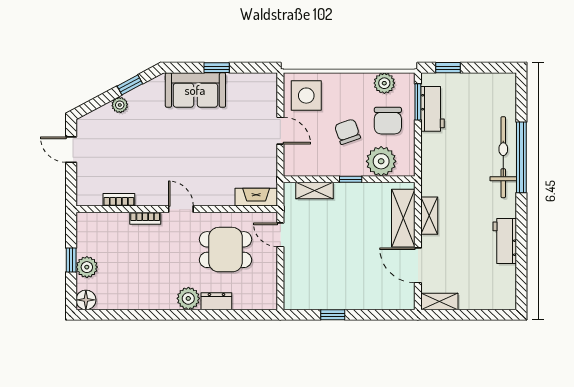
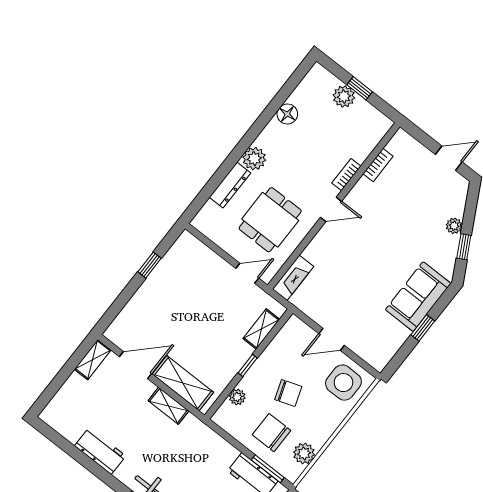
plant: (381, 161) -> (237, 397), width x0.53, depth x0.53
floor lamp: (86, 300) -> (287, 114), moved
dresser: (216, 301) -> (230, 185), width x1.44

